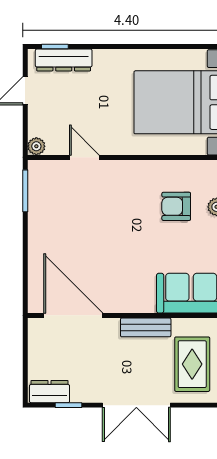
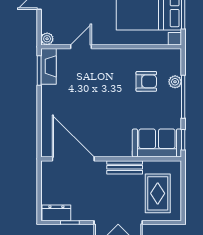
door: (84, 157) -> (81, 47), hinge flipped
fireplace: (38, 185) -> (48, 66), added
armchair: (176, 206) -> (146, 81), turned 180

